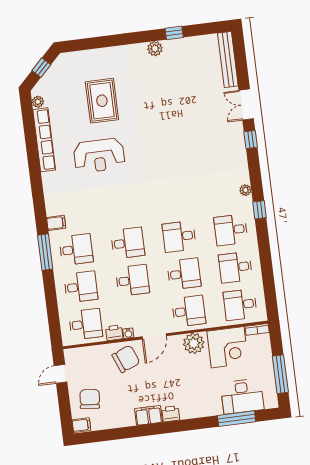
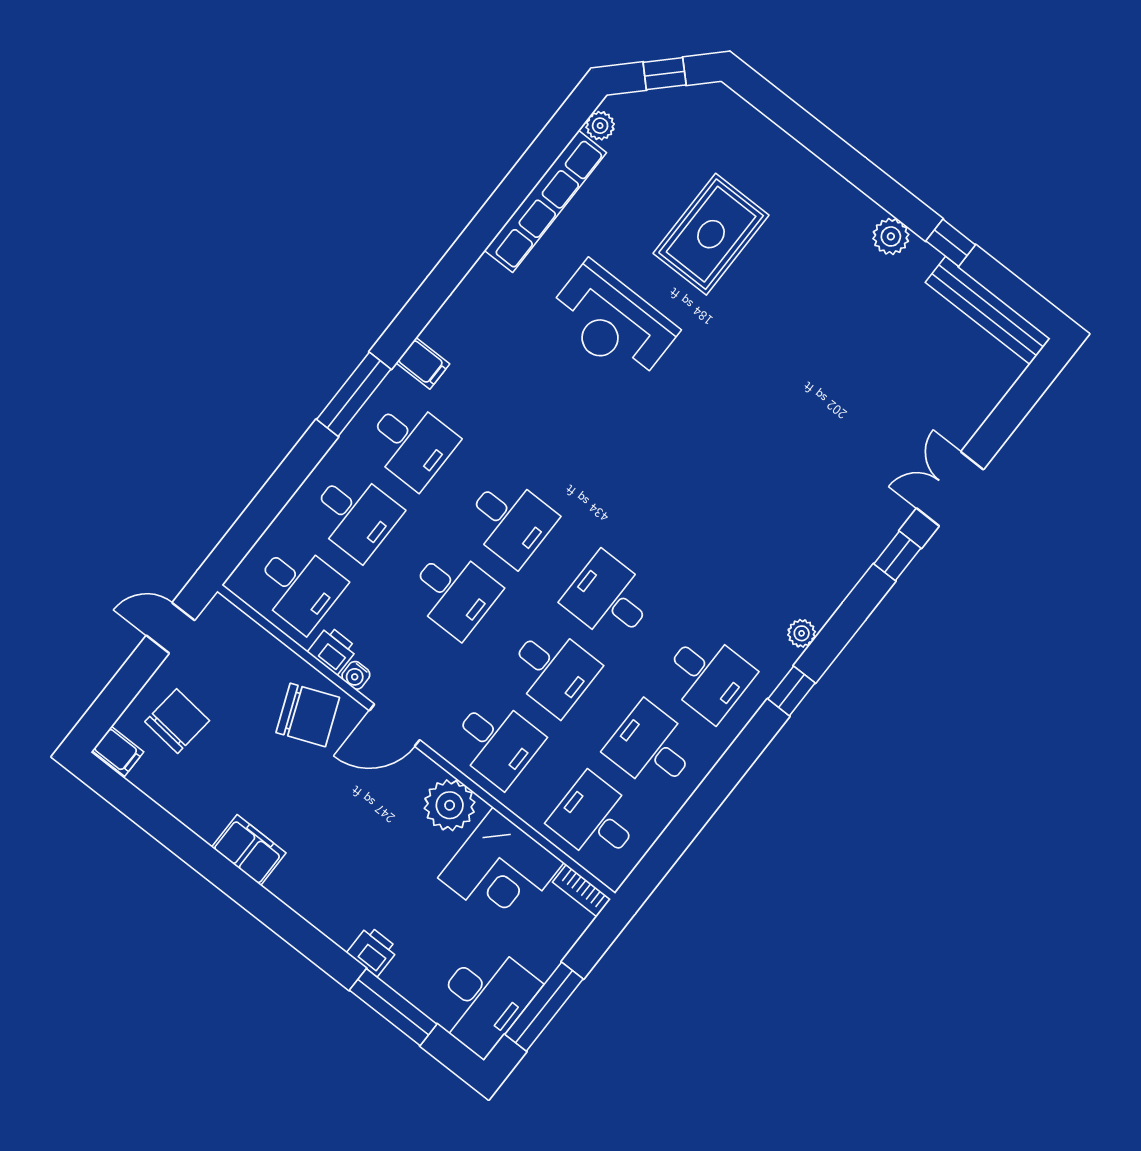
bench: (228, 60) -> (988, 310), moved, turned 90
desk: (231, 230) -> (708, 676), turned 180
desk: (242, 396) -> (484, 999), moved, turned -90
printer: (171, 414) -> (373, 951), moved

